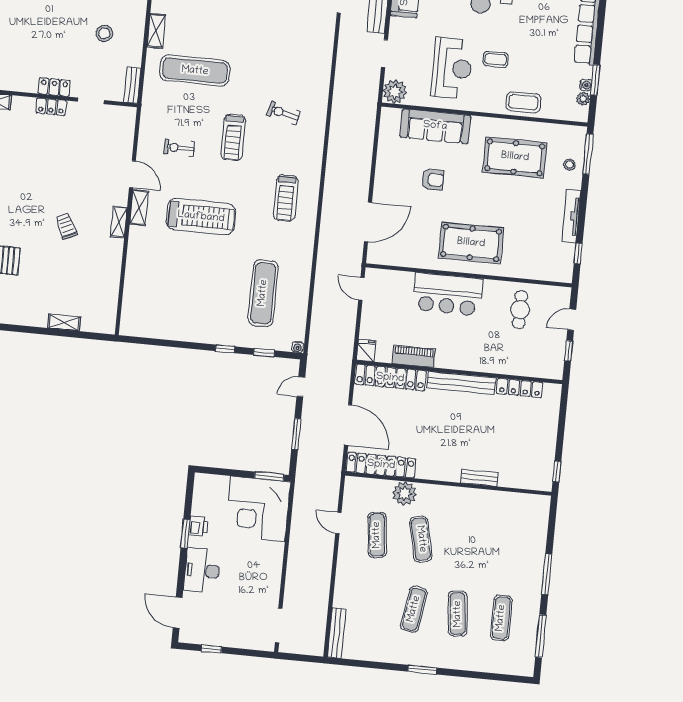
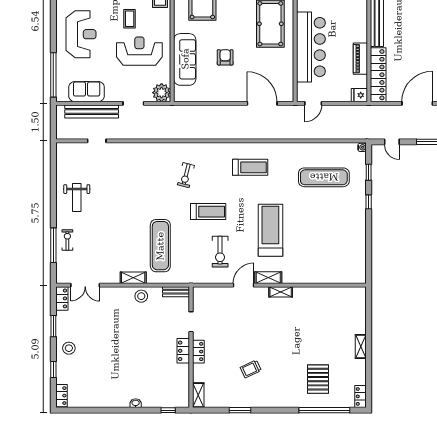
stool: (104, 33) -> (141, 296), moved
exercise bike: (179, 148) -> (220, 252), width x1.38, depth x1.39
trolley: (66, 226) -> (251, 369), moved
bar counter: (448, 294) -> (311, 47), width x1.36
shelving: (64, 323) -> (361, 347), moved

